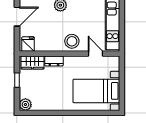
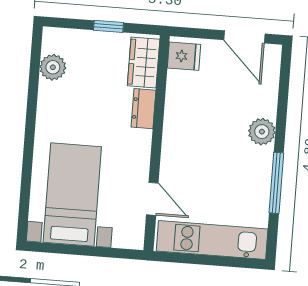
stool: (72, 41) -> (183, 150), removed
door: (95, 54) -> (152, 199), hinge flipped
plant: (25, 105) -> (53, 67), moved

